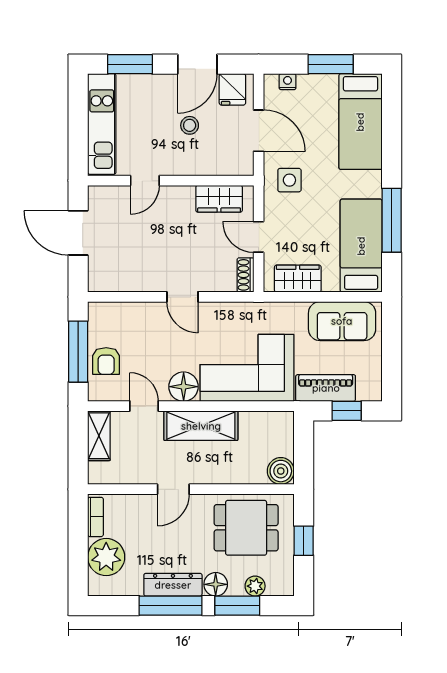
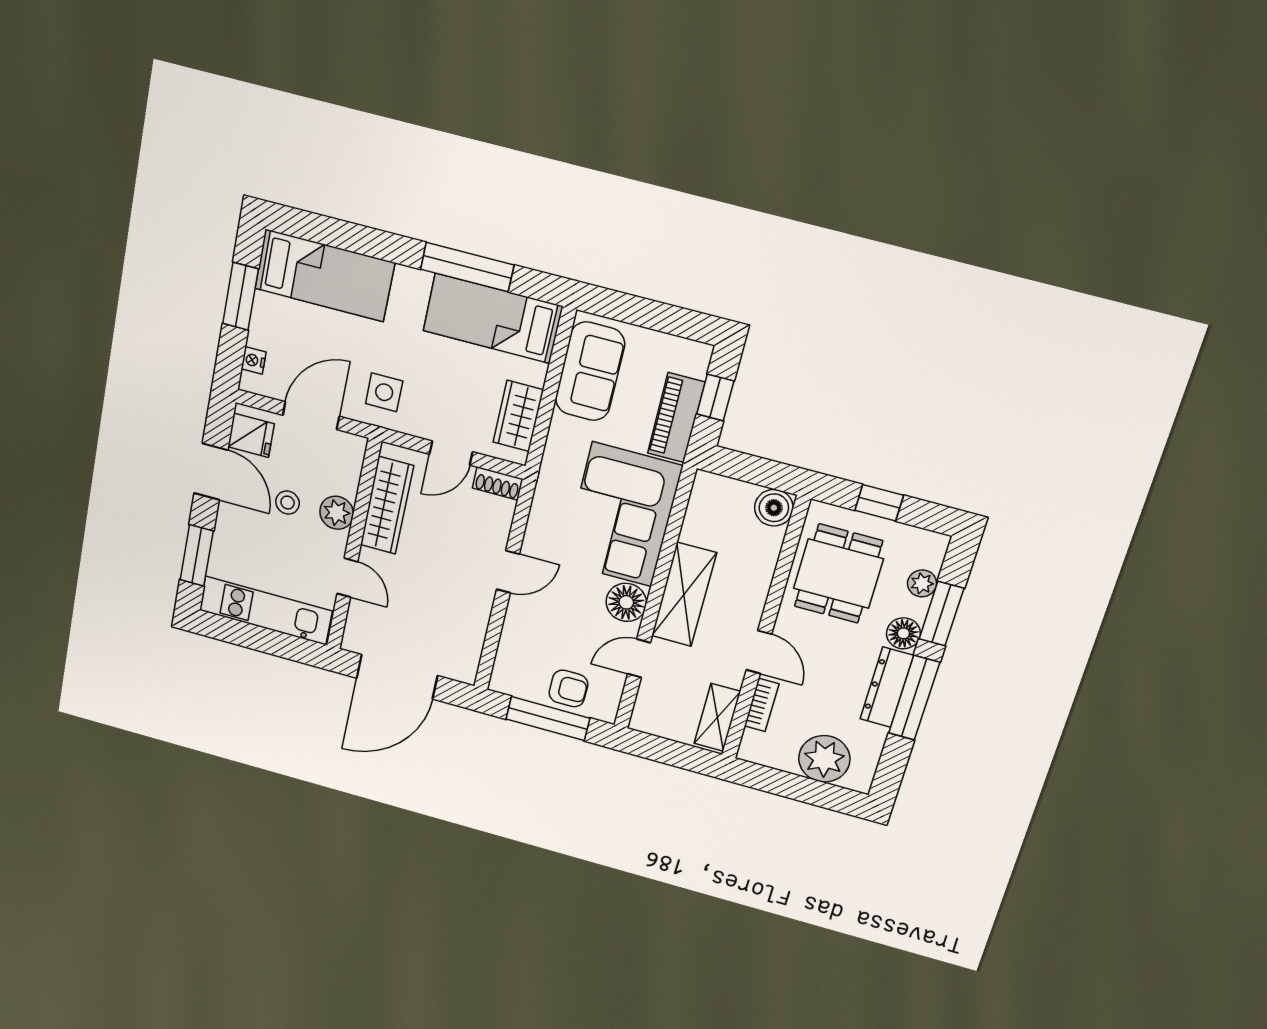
plant: (192, 163) -> (337, 513), added
wardrobe: (219, 199) -> (387, 505), width x1.50
door: (78, 233) -> (397, 677), width x1.36
shelving: (99, 436) -> (717, 717), moved, turned 90
bookcase: (95, 517) -> (762, 705), moved, turned 90

